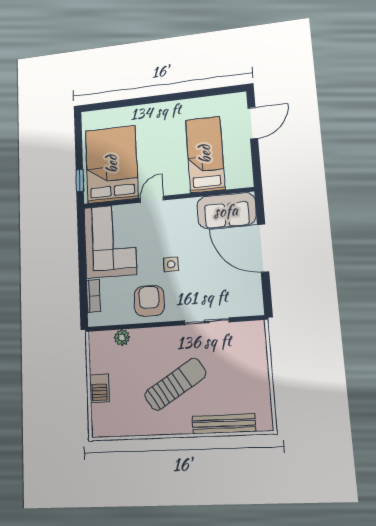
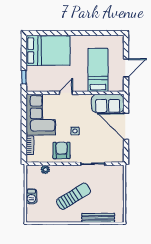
door: (253, 123) -> (126, 68), moved
bed: (112, 164) -> (48, 51), moved, turned 90

